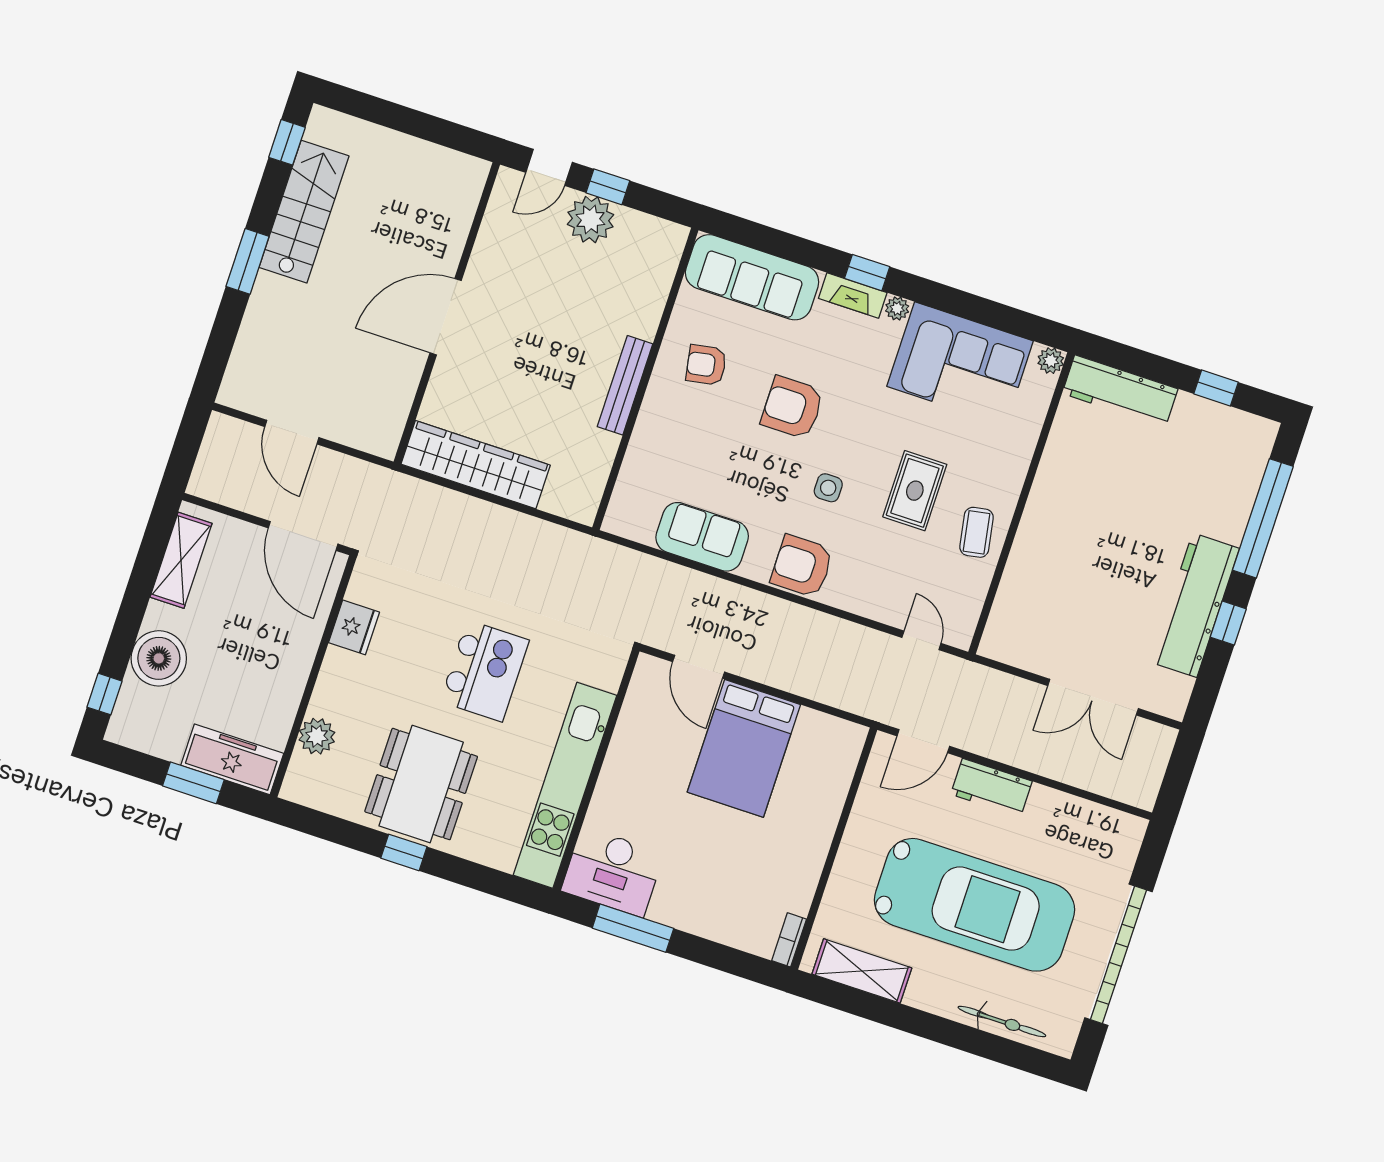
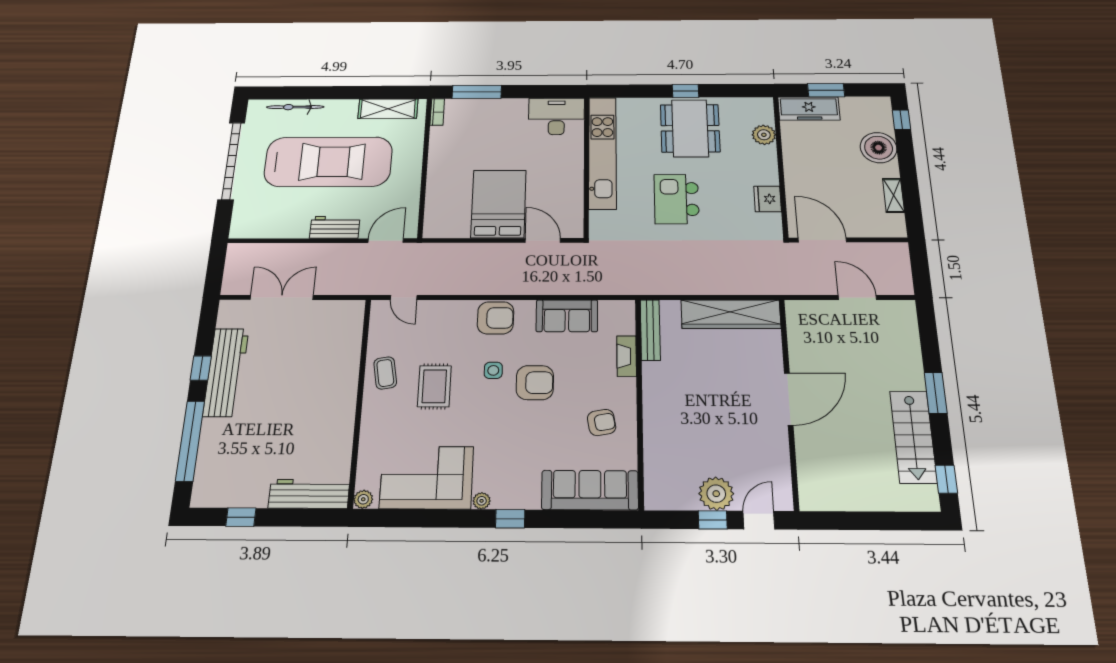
fireplace: (853, 295) -> (627, 356), moved, turned -90
bench: (625, 385) -> (650, 330), moved
armchair: (792, 408) -> (535, 383), moved
shelving: (181, 560) -> (893, 195), width x0.67, depth x0.75
car: (975, 905) -> (328, 162), turned 180
window: (633, 928) -> (477, 92), moved

